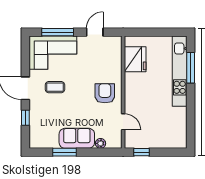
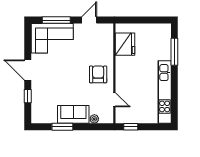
kitchen unit: (180, 71) -> (165, 92), moved
coffee table: (55, 87) -> (54, 69), removed

